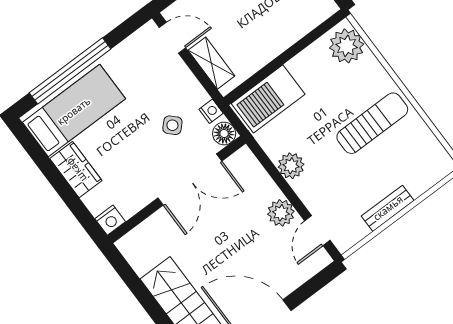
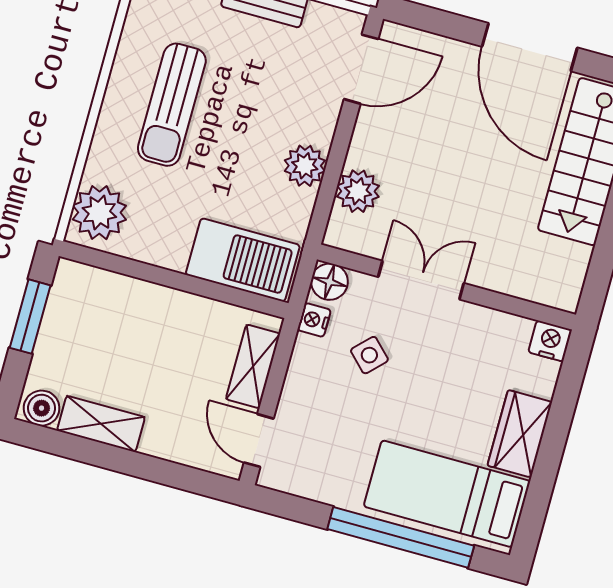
sun lounger: (372, 123) -> (172, 105), turned -90
double door: (190, 180) -> (421, 280), width x0.73
plant: (281, 213) -> (358, 191), moved
door: (317, 231) -> (361, 69), width x1.38

